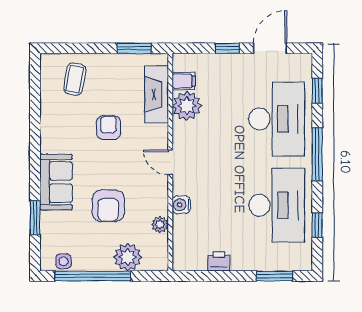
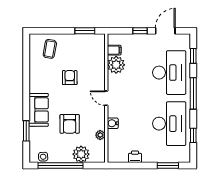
fireplace: (157, 94) -> (98, 58), removed

